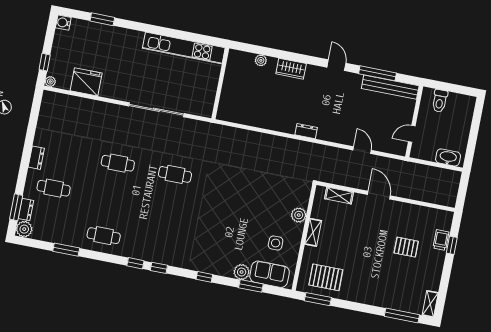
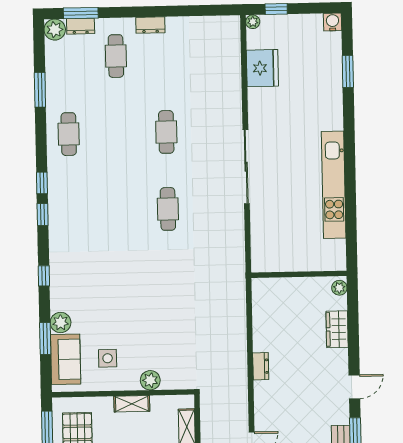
wall: (220, 83) -> (299, 274), moved

